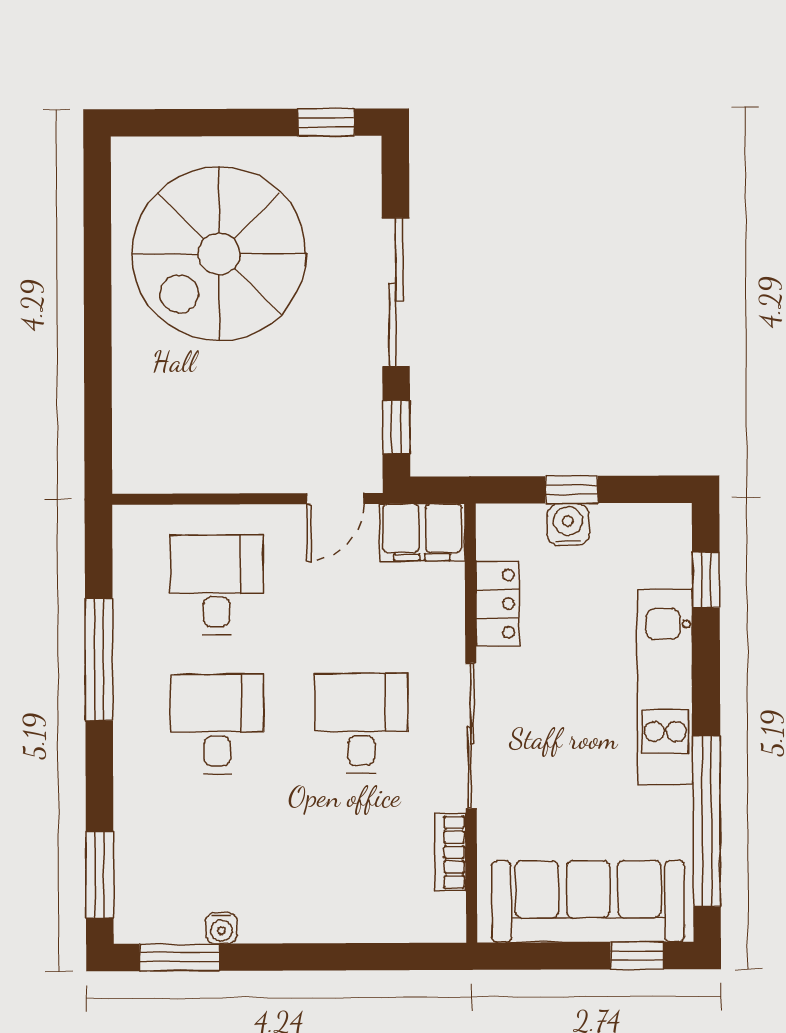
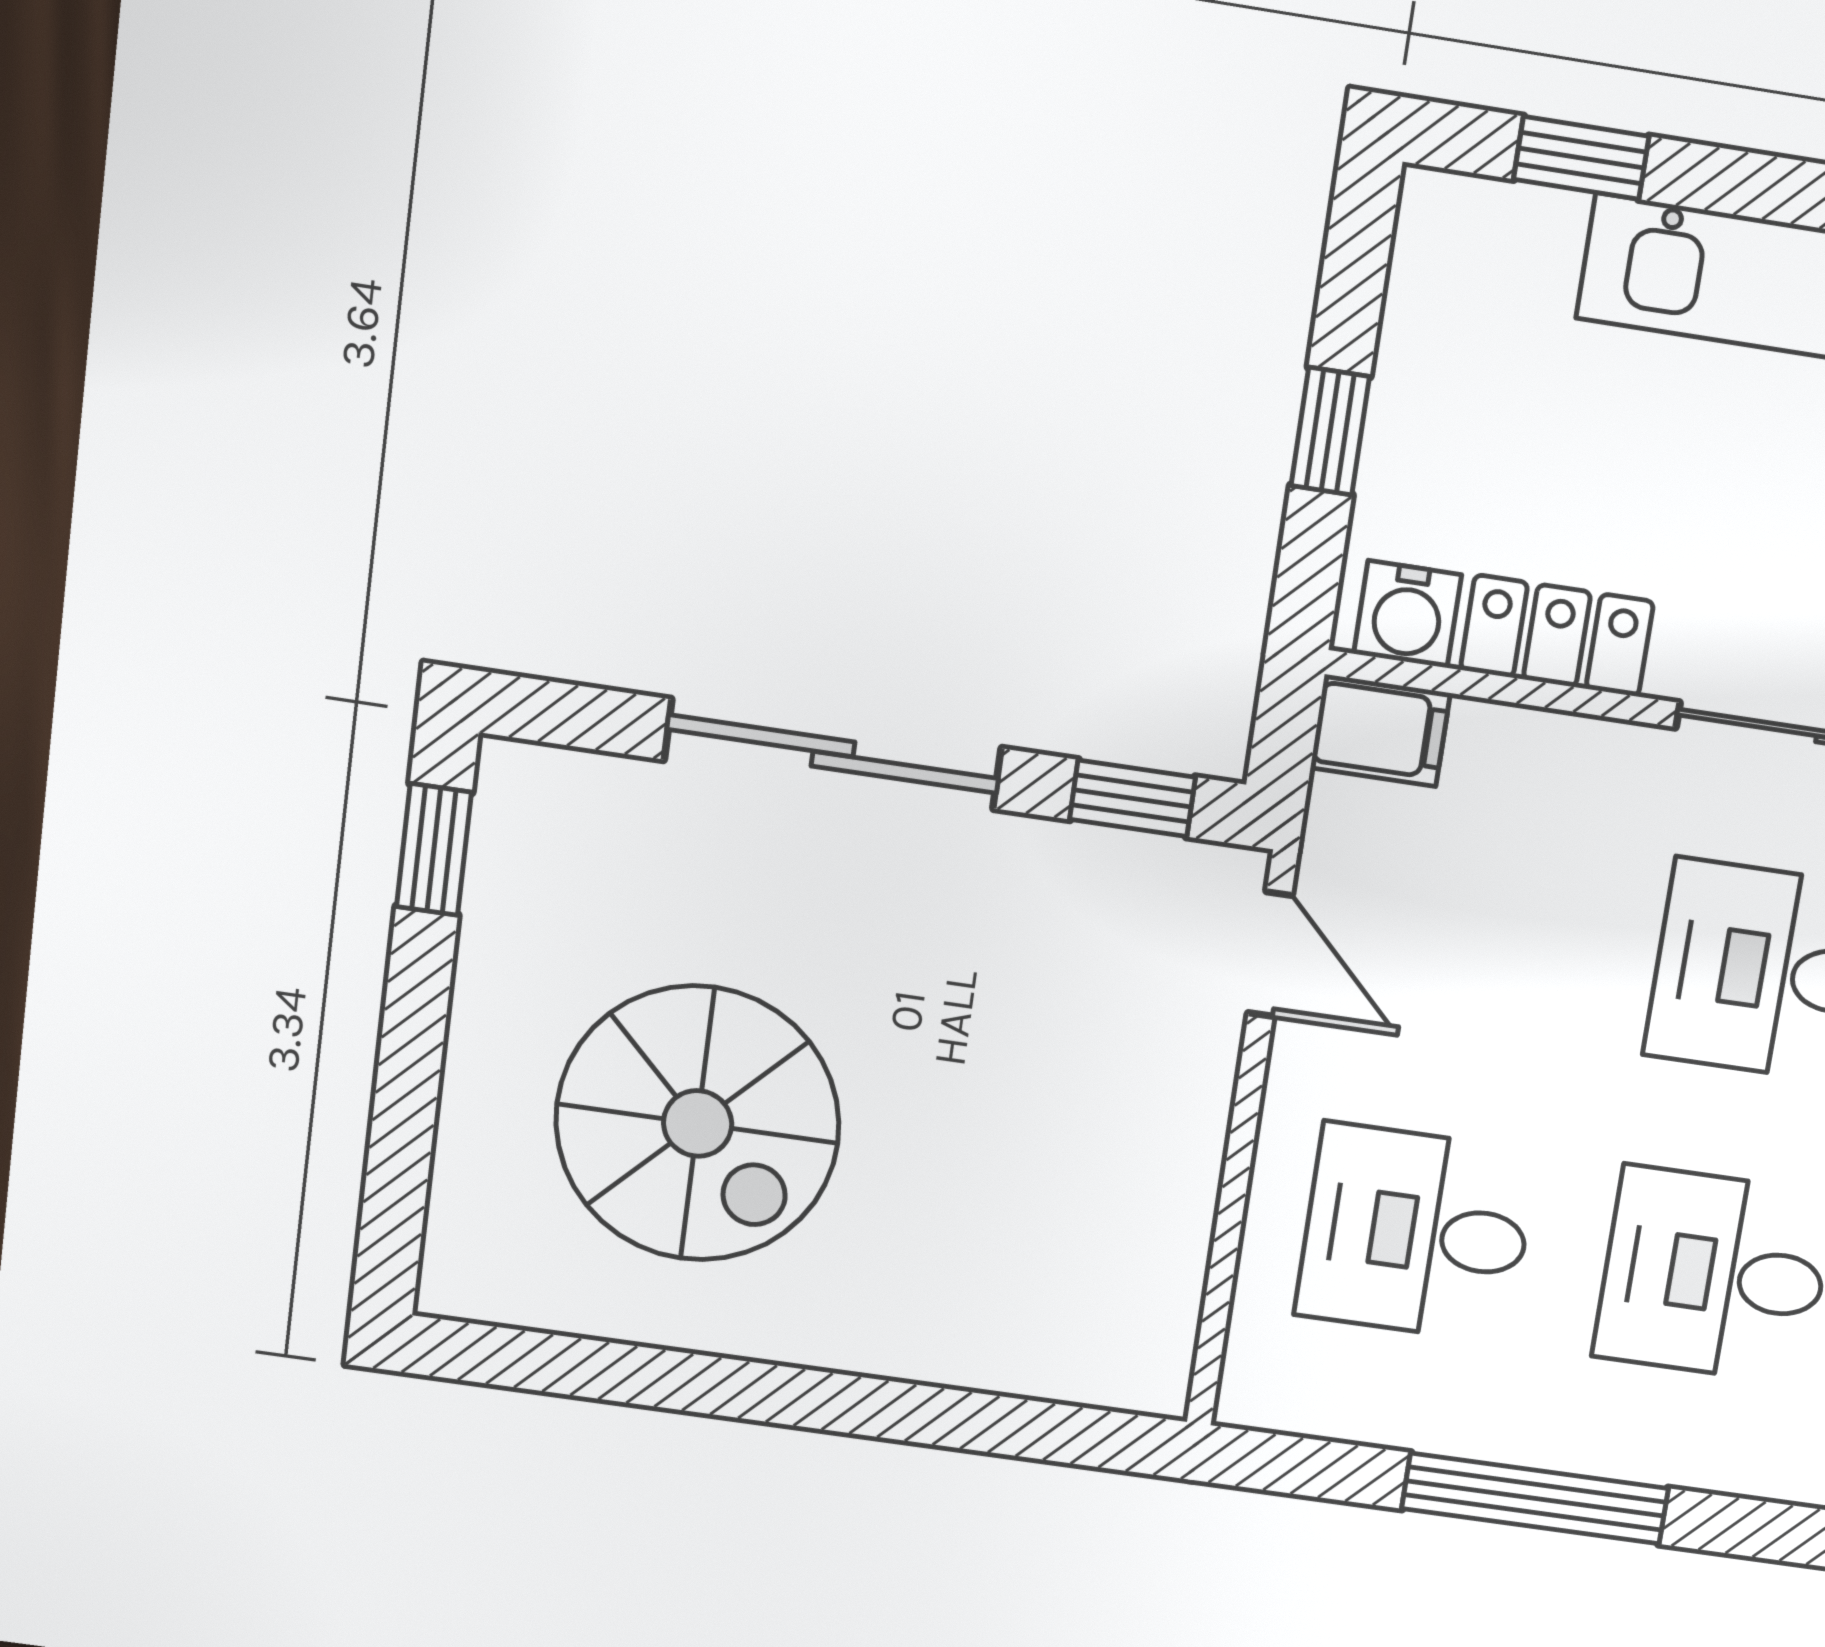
spiral stairs: (219, 254) -> (698, 1123), width x0.73, depth x0.73
water cooler: (568, 524) -> (1408, 614), moved, turned -90
filing cabinet: (422, 532) -> (1380, 730), width x0.50

